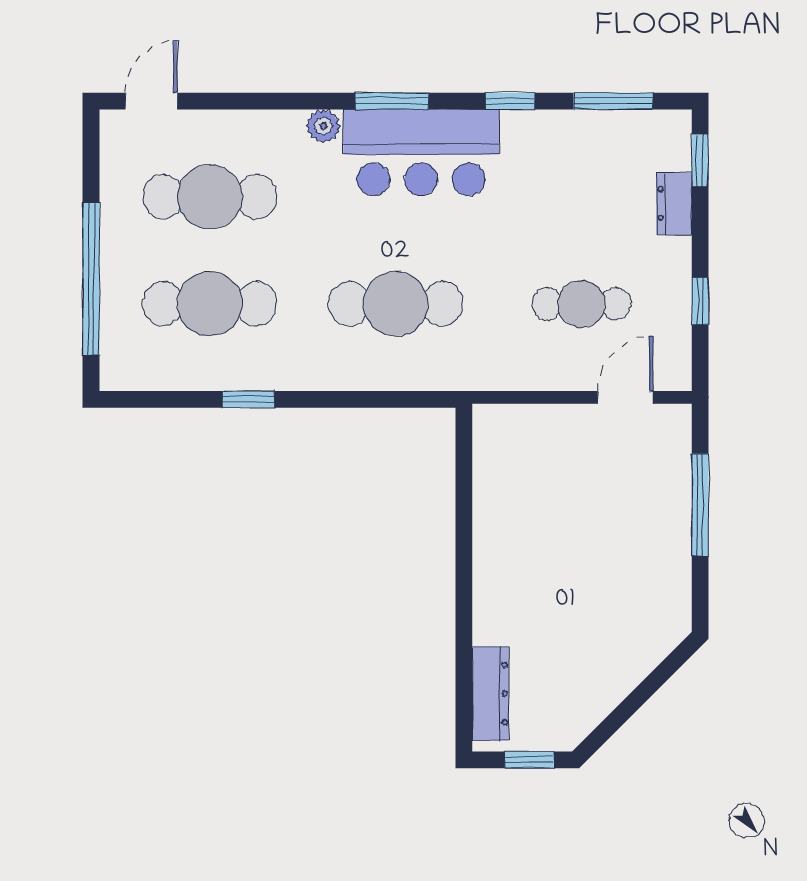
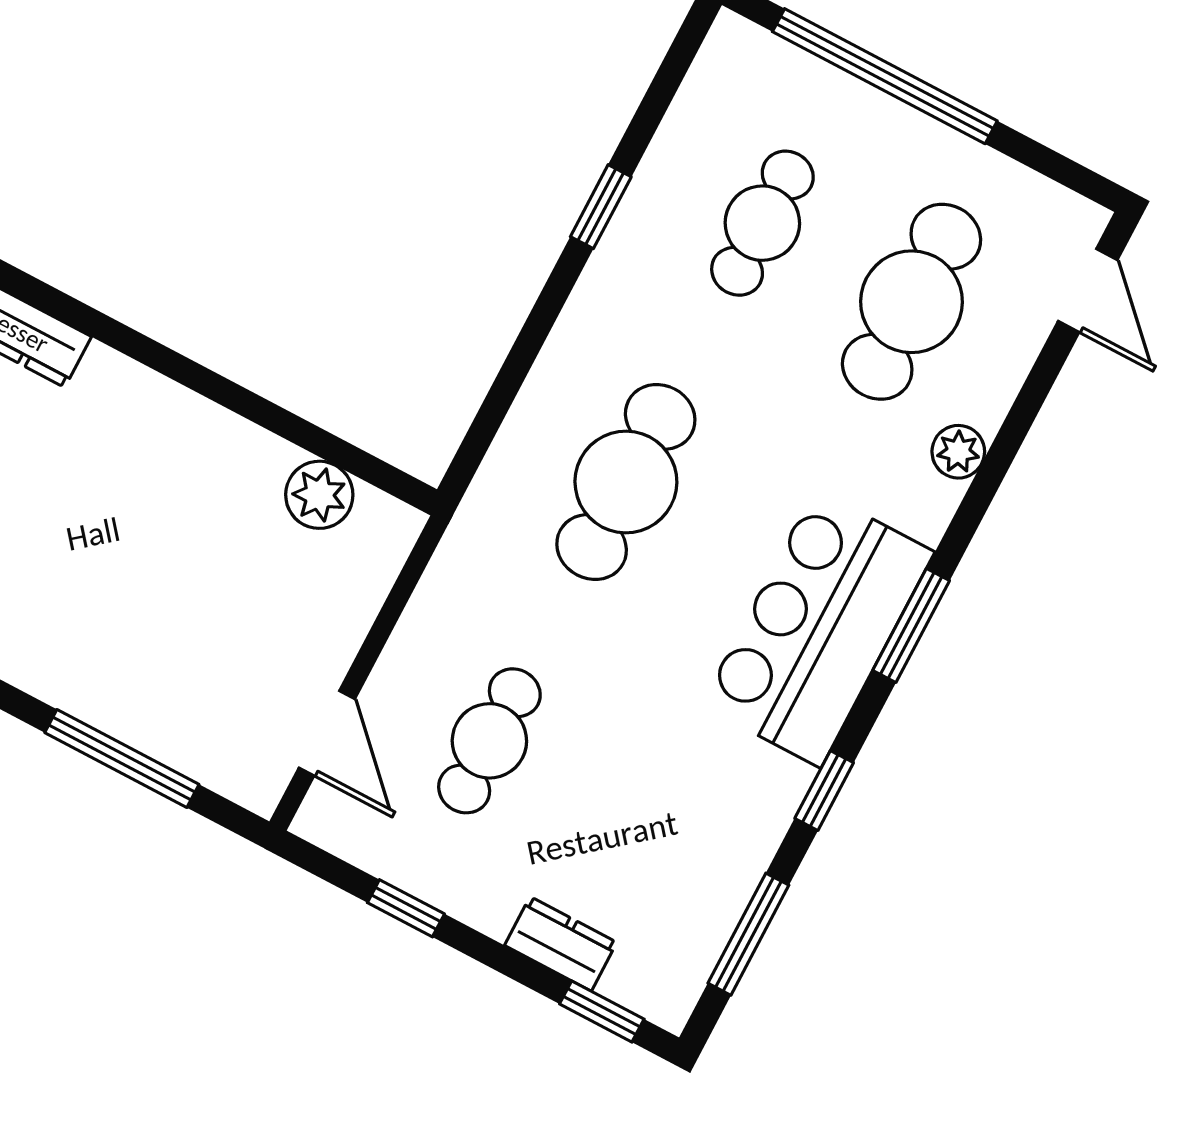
plant: (323, 126) -> (958, 452), moved
cafe table: (210, 304) -> (762, 223), width x0.73, depth x0.74
plant: (494, 472) -> (319, 495), added

